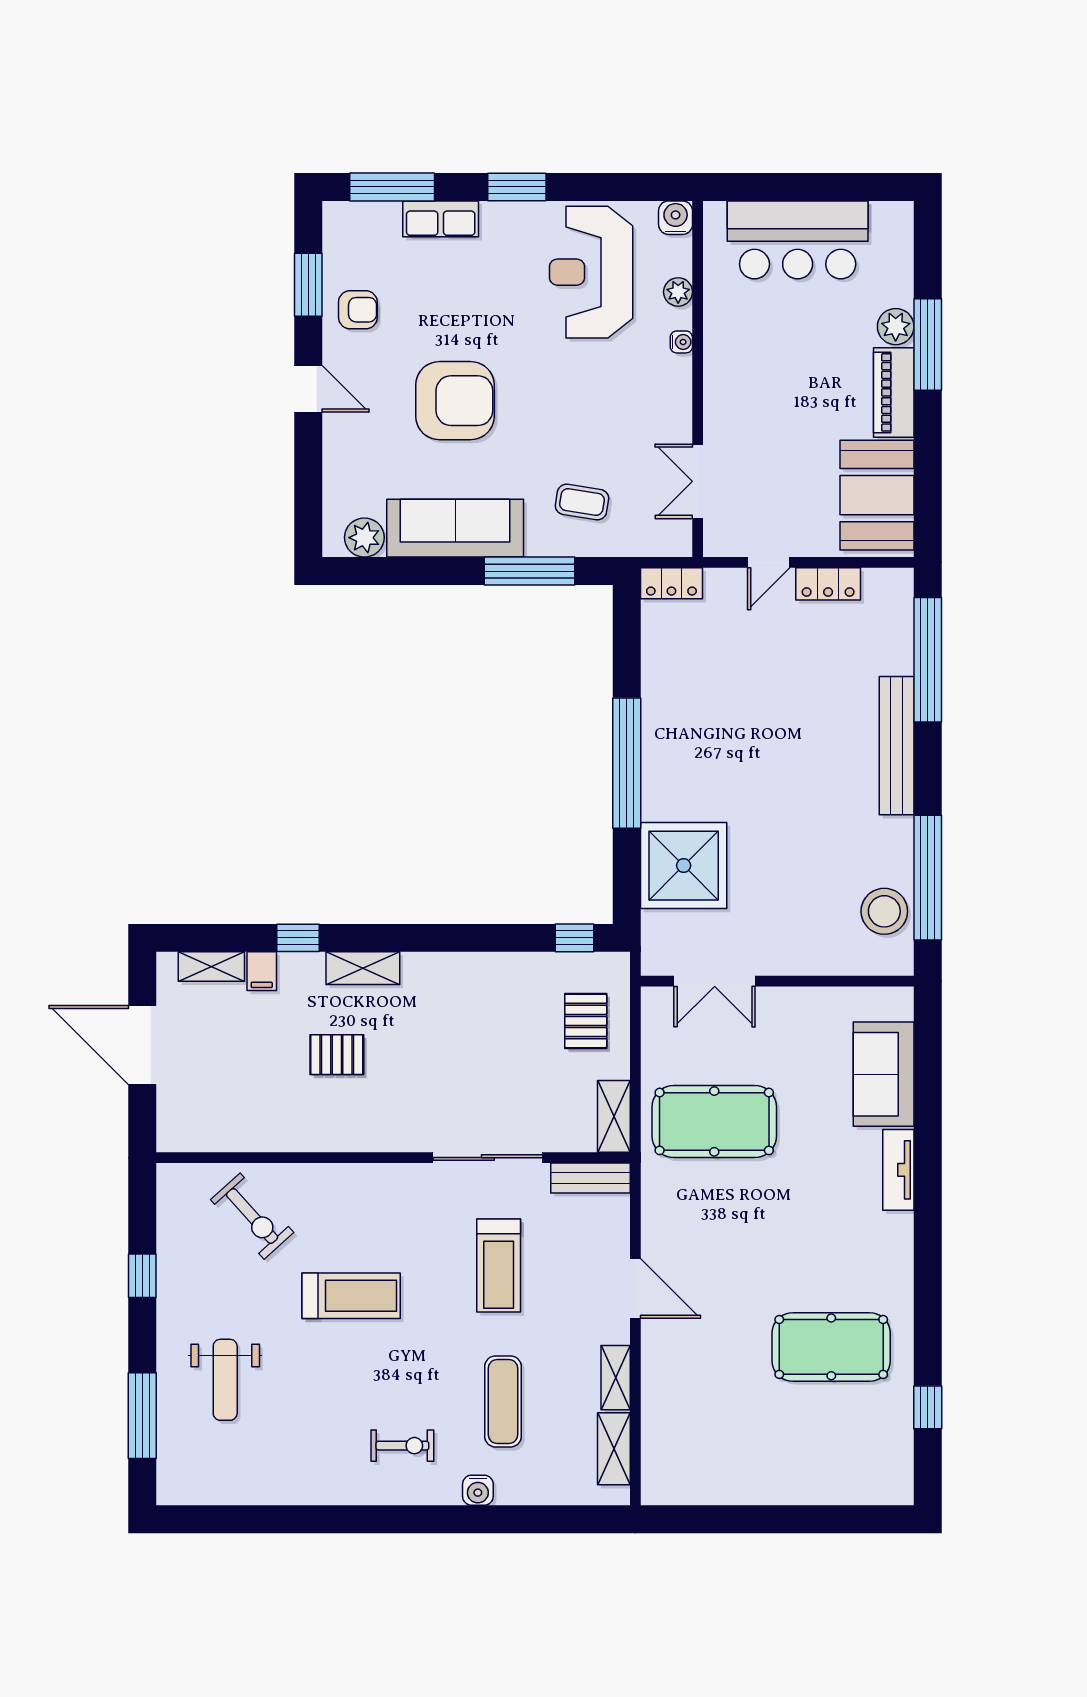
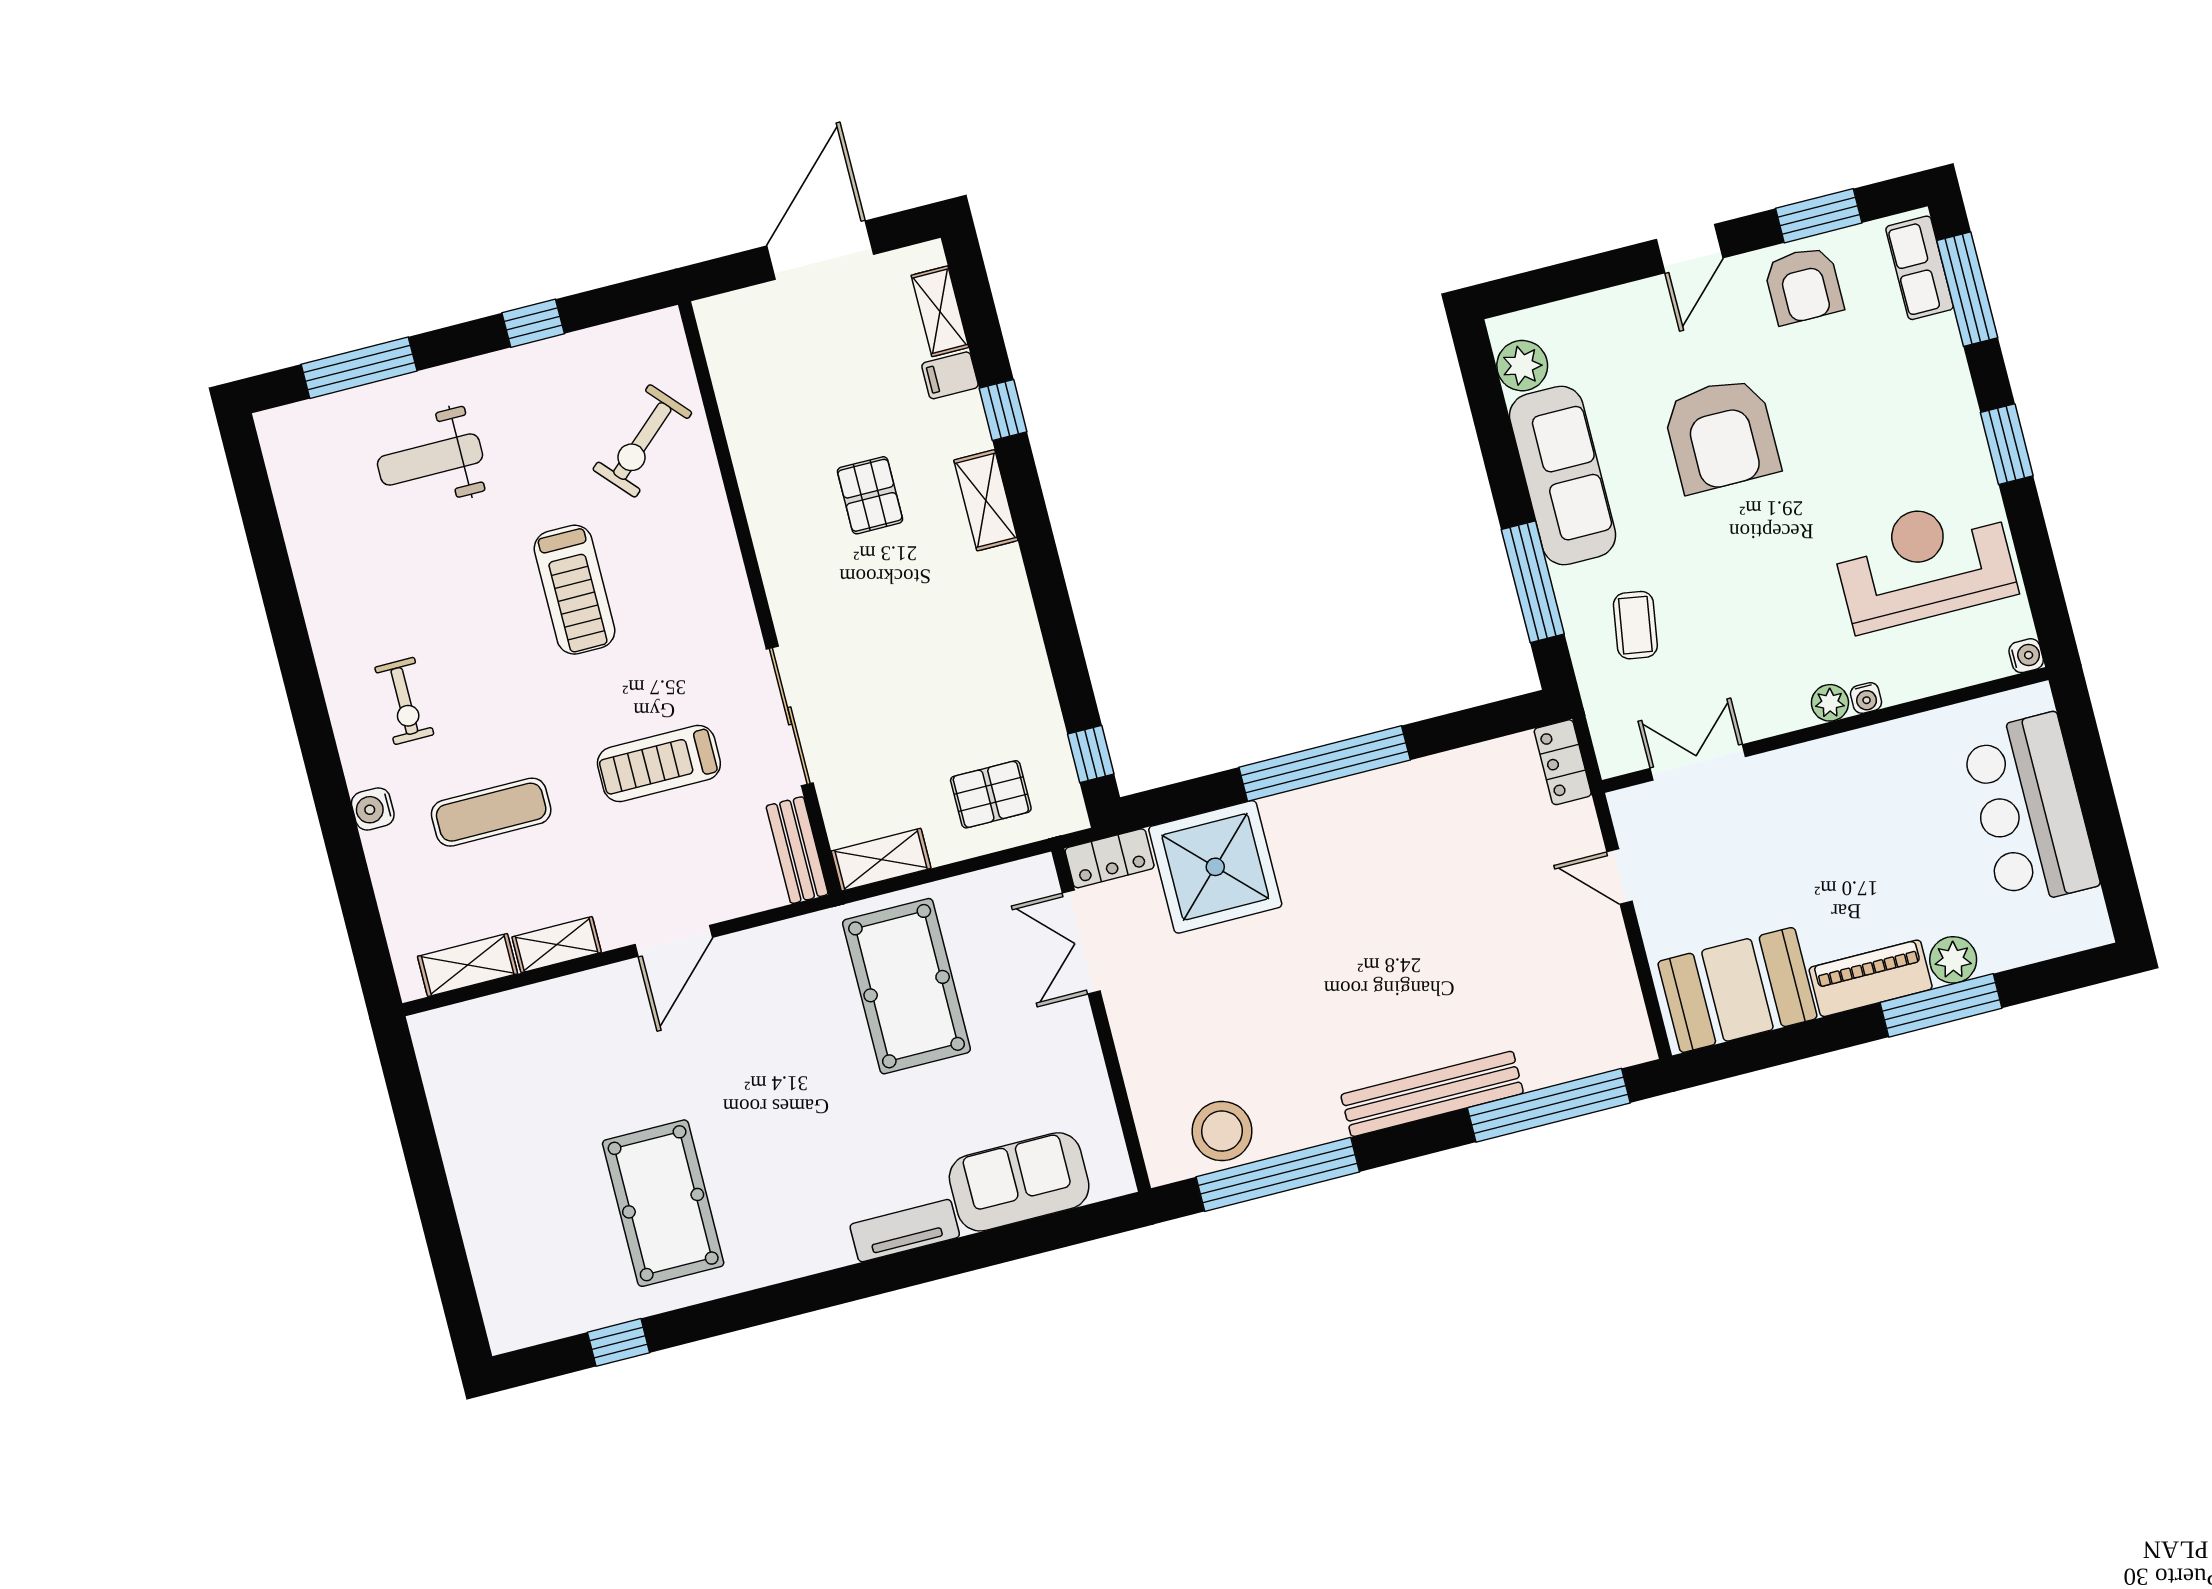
water cooler: (676, 218) -> (2026, 656), width x0.72, depth x0.72
row of seats: (441, 219) -> (1920, 268), moved
plant: (678, 292) -> (1830, 703), moved
armchair: (358, 310) -> (1804, 285), width x1.38, depth x1.38
locker: (828, 584) -> (1110, 858), moved, turned -90

